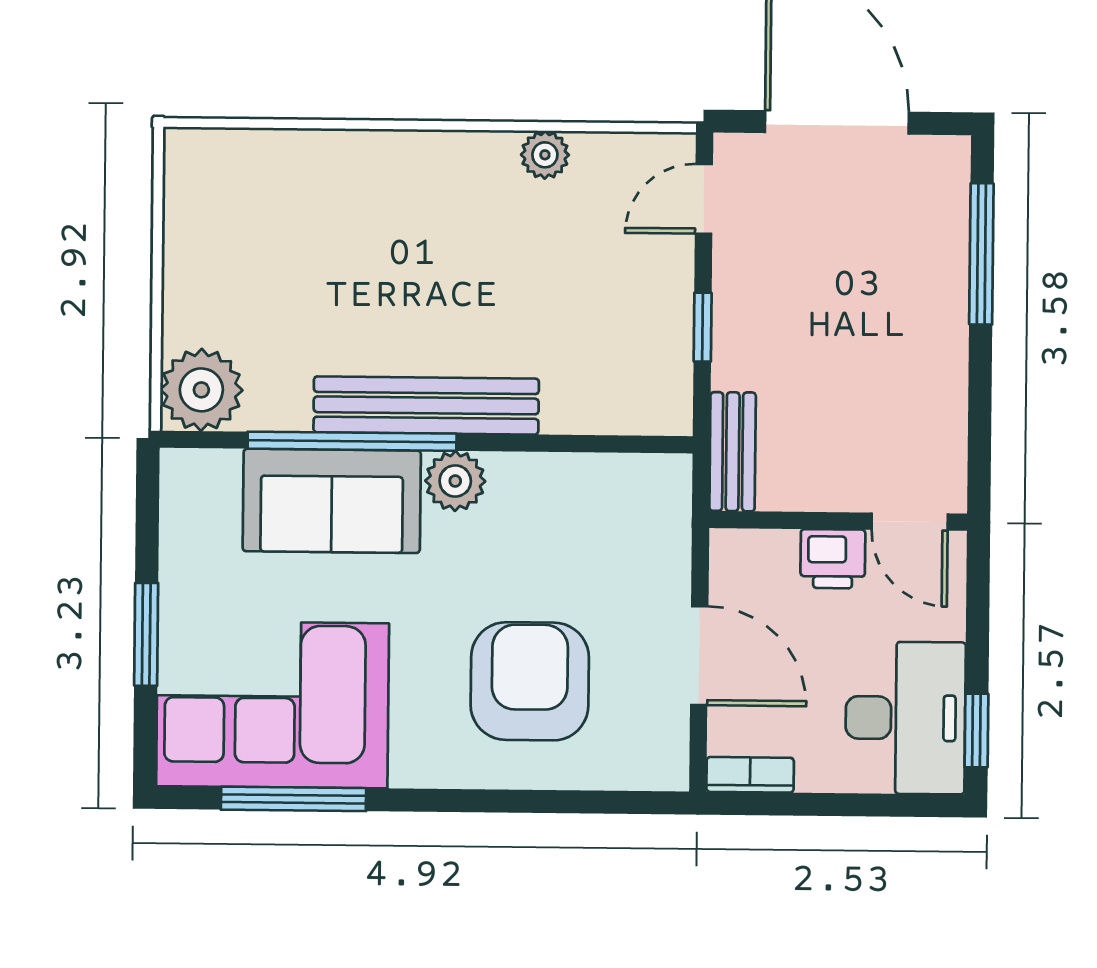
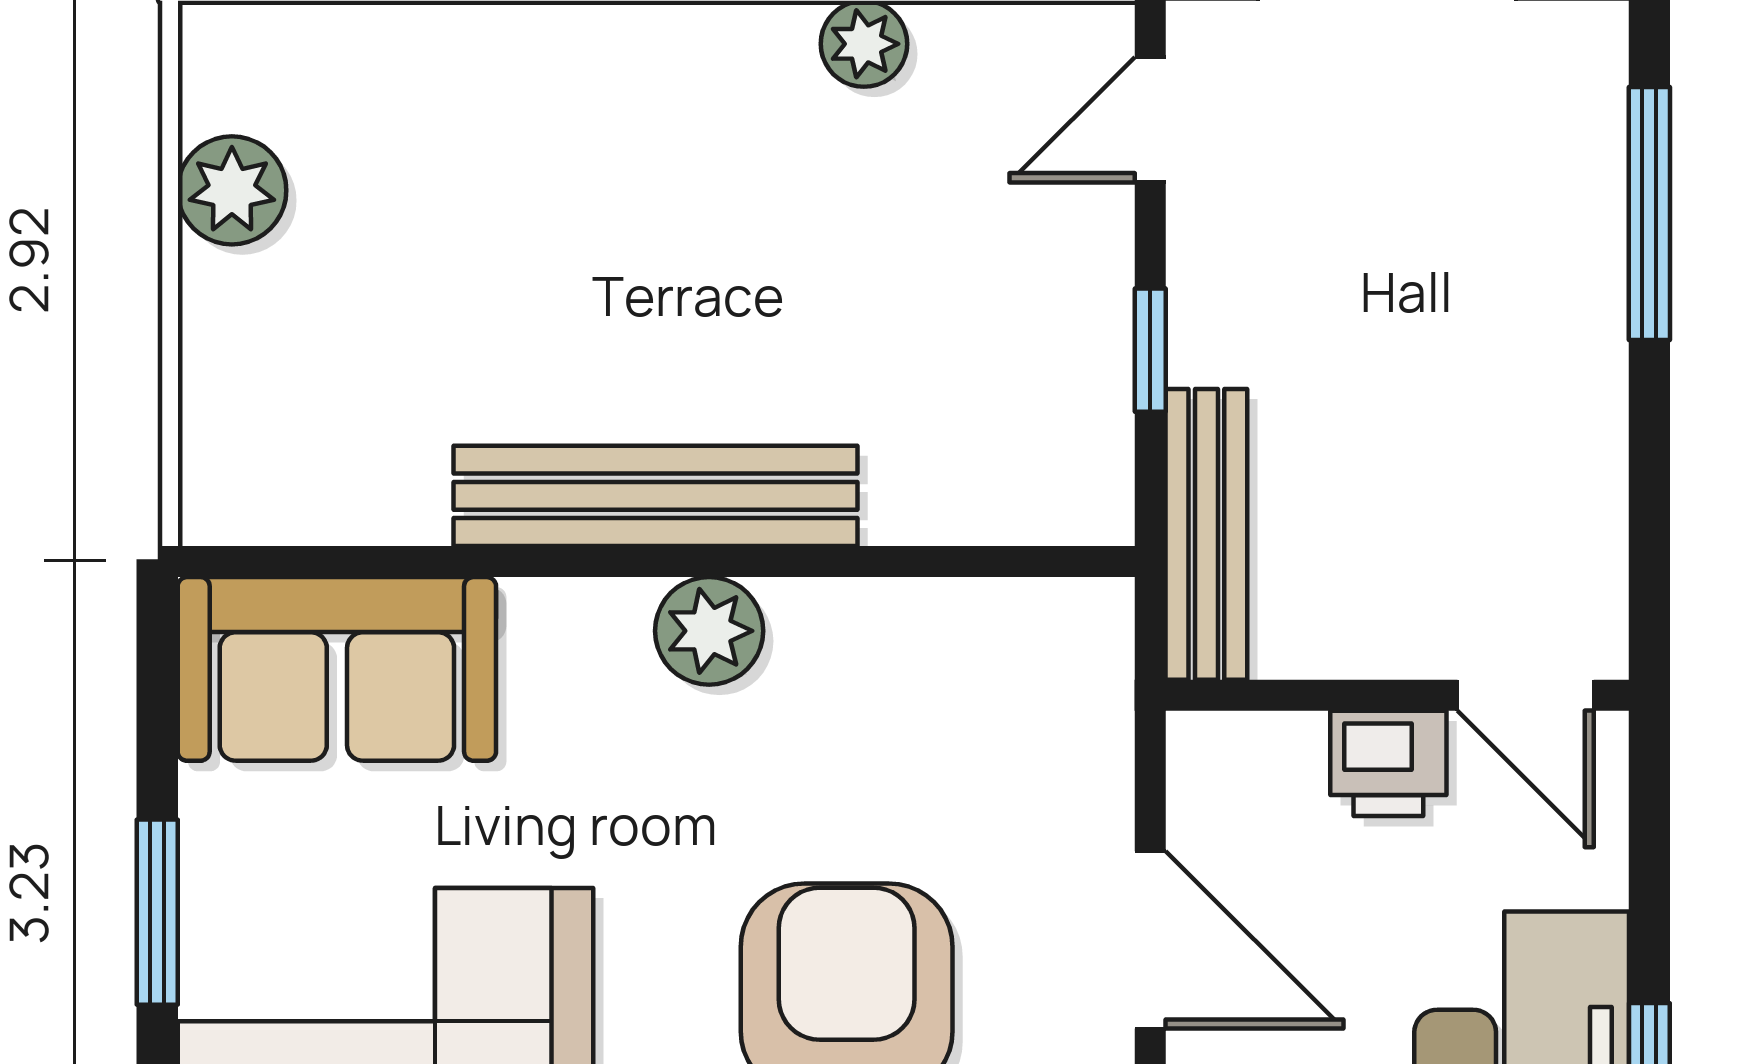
plant: (201, 390) -> (232, 190), moved, width x0.73, depth x0.73
window: (352, 441) -> (523, 562), removed
bench: (733, 452) -> (1206, 534), width x1.36
sofa: (332, 501) -> (337, 669), moved

